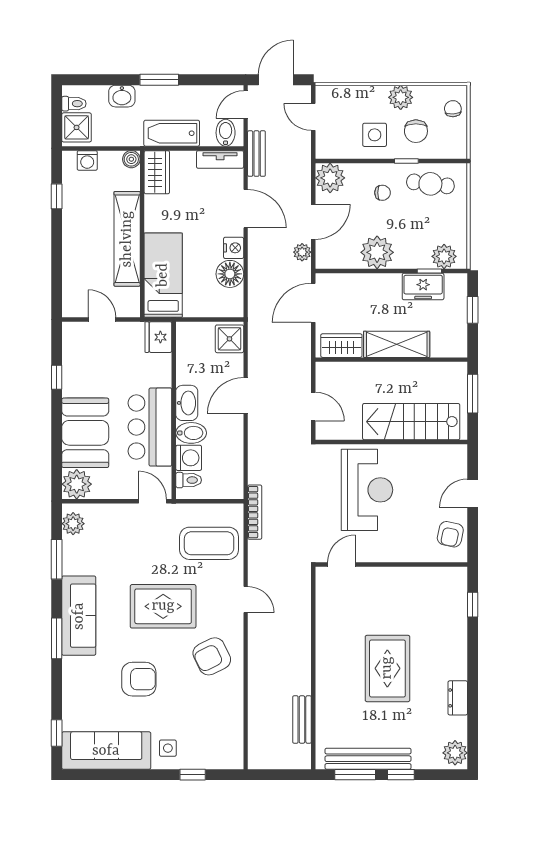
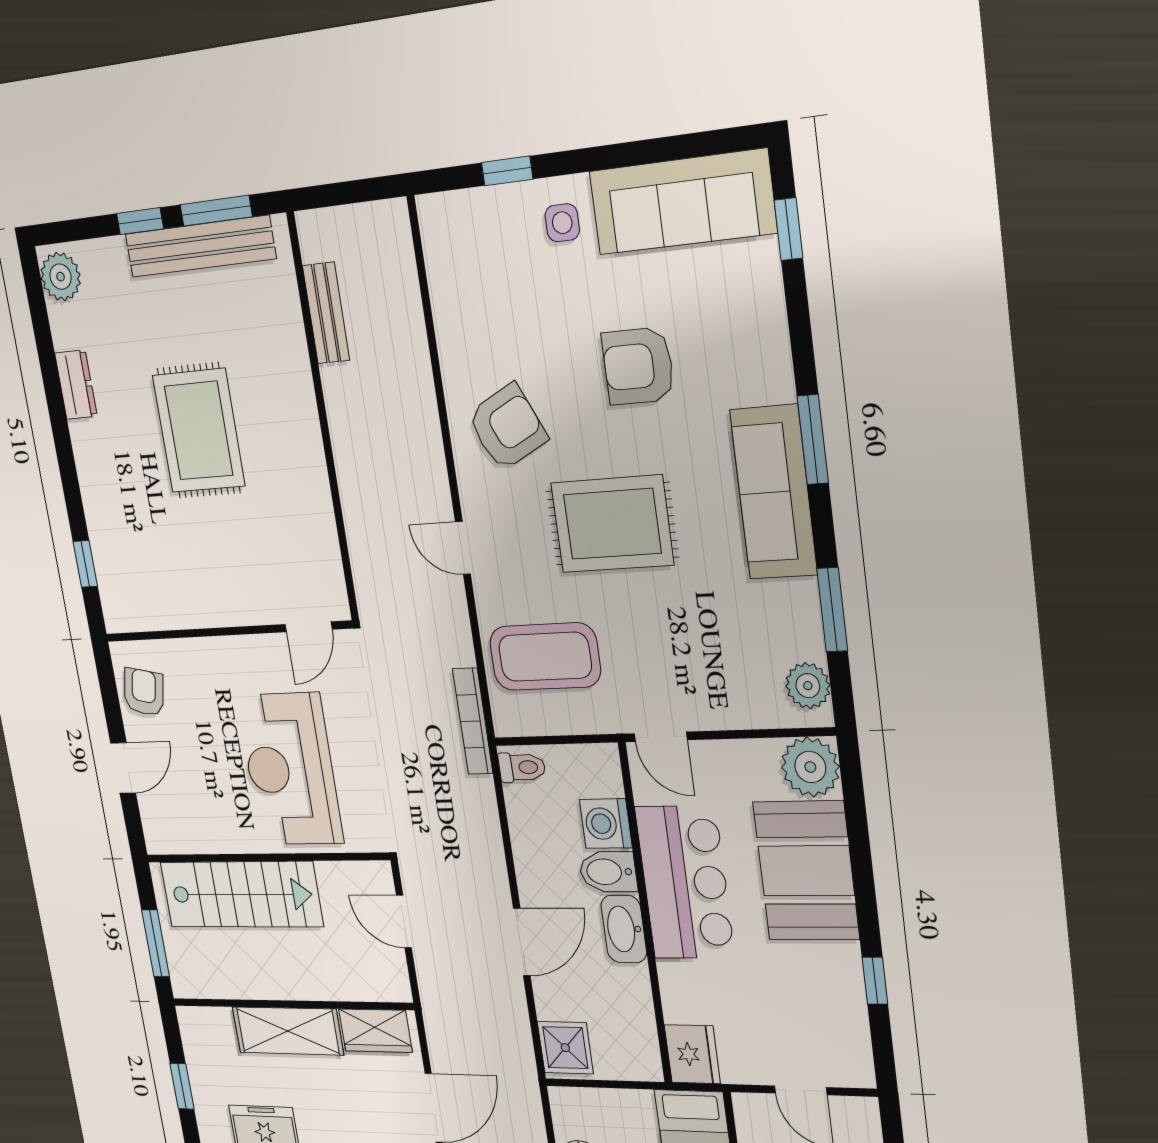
toilet: (189, 480) -> (522, 767), moved, turned 180

